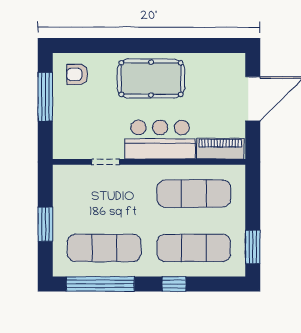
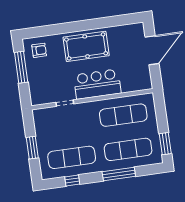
armchair: (77, 74) -> (39, 50), turned 180
piano: (220, 149) -> (136, 85), removed
window: (100, 284) -> (72, 181), width x0.32
window: (174, 284) -> (119, 174), width x2.17

